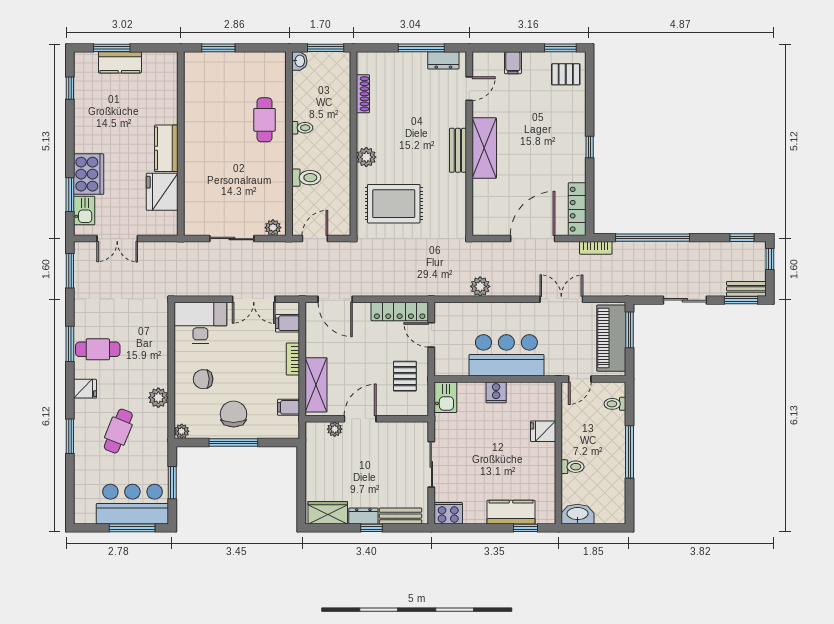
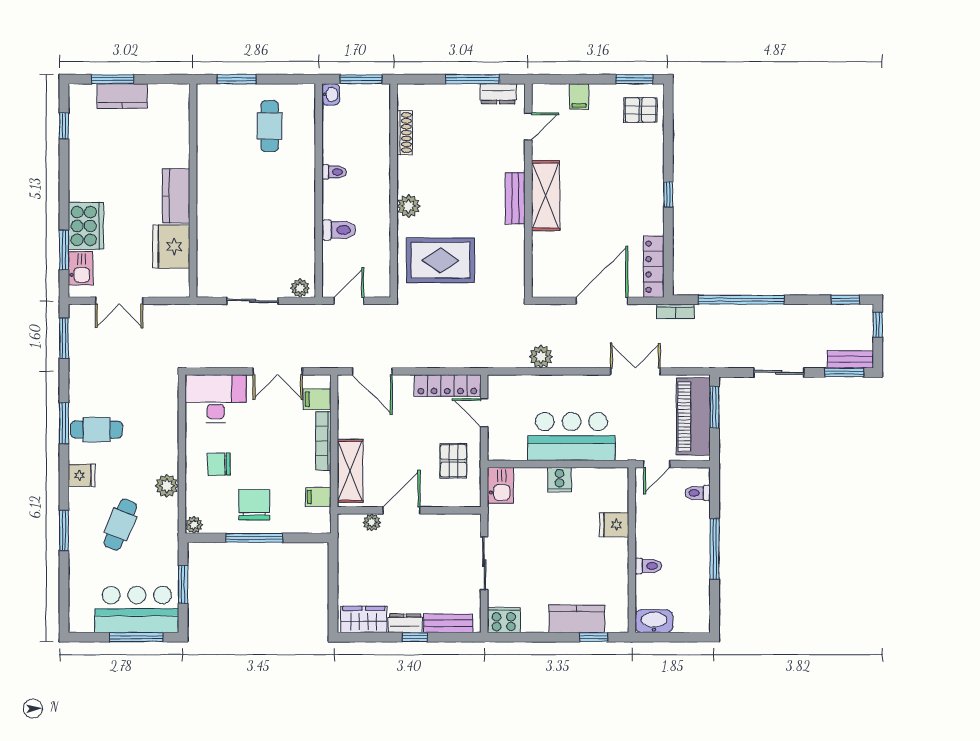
cafe table: (265, 120) -> (270, 126), moved
bookcase: (293, 359) -> (323, 441), width x1.56

